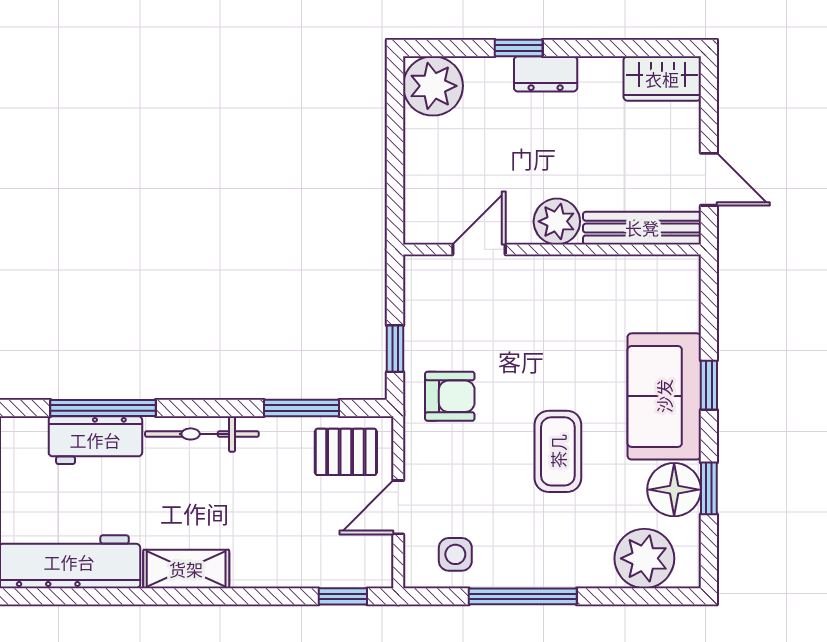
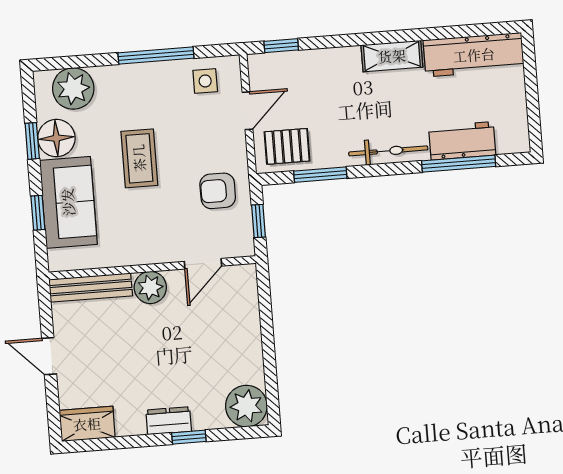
plant: (557, 221) -> (150, 287), moved
bench: (642, 228) -> (91, 288), moved
door: (479, 249) -> (203, 264), moved
wall: (552, 249) -> (152, 268), moved

